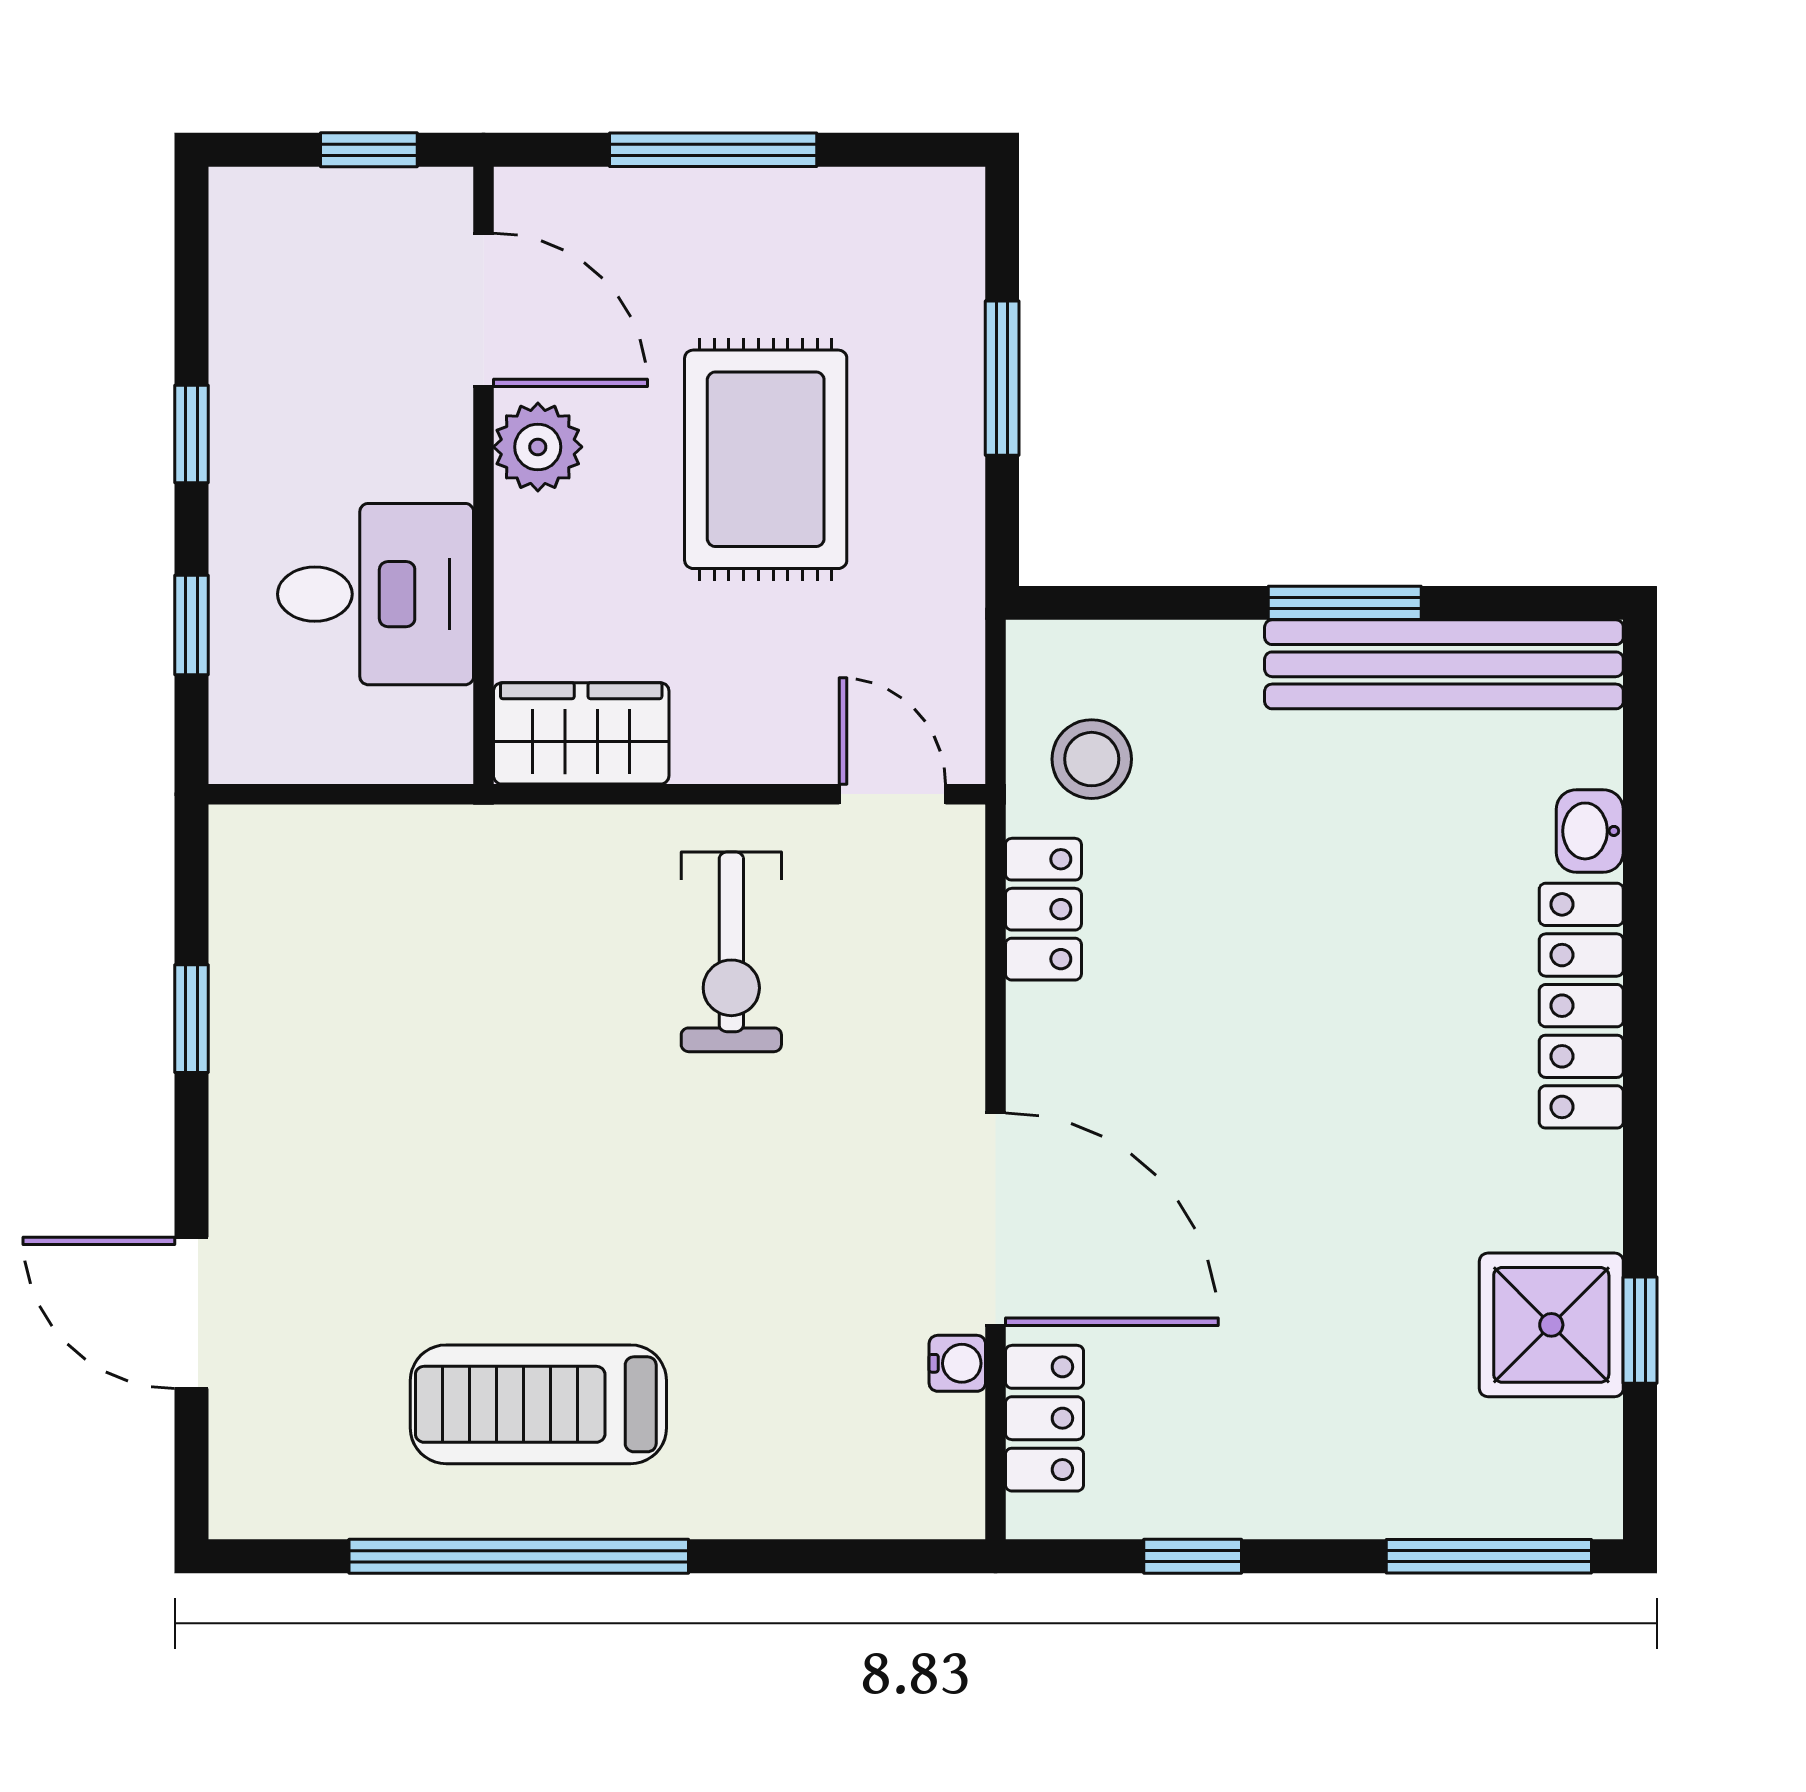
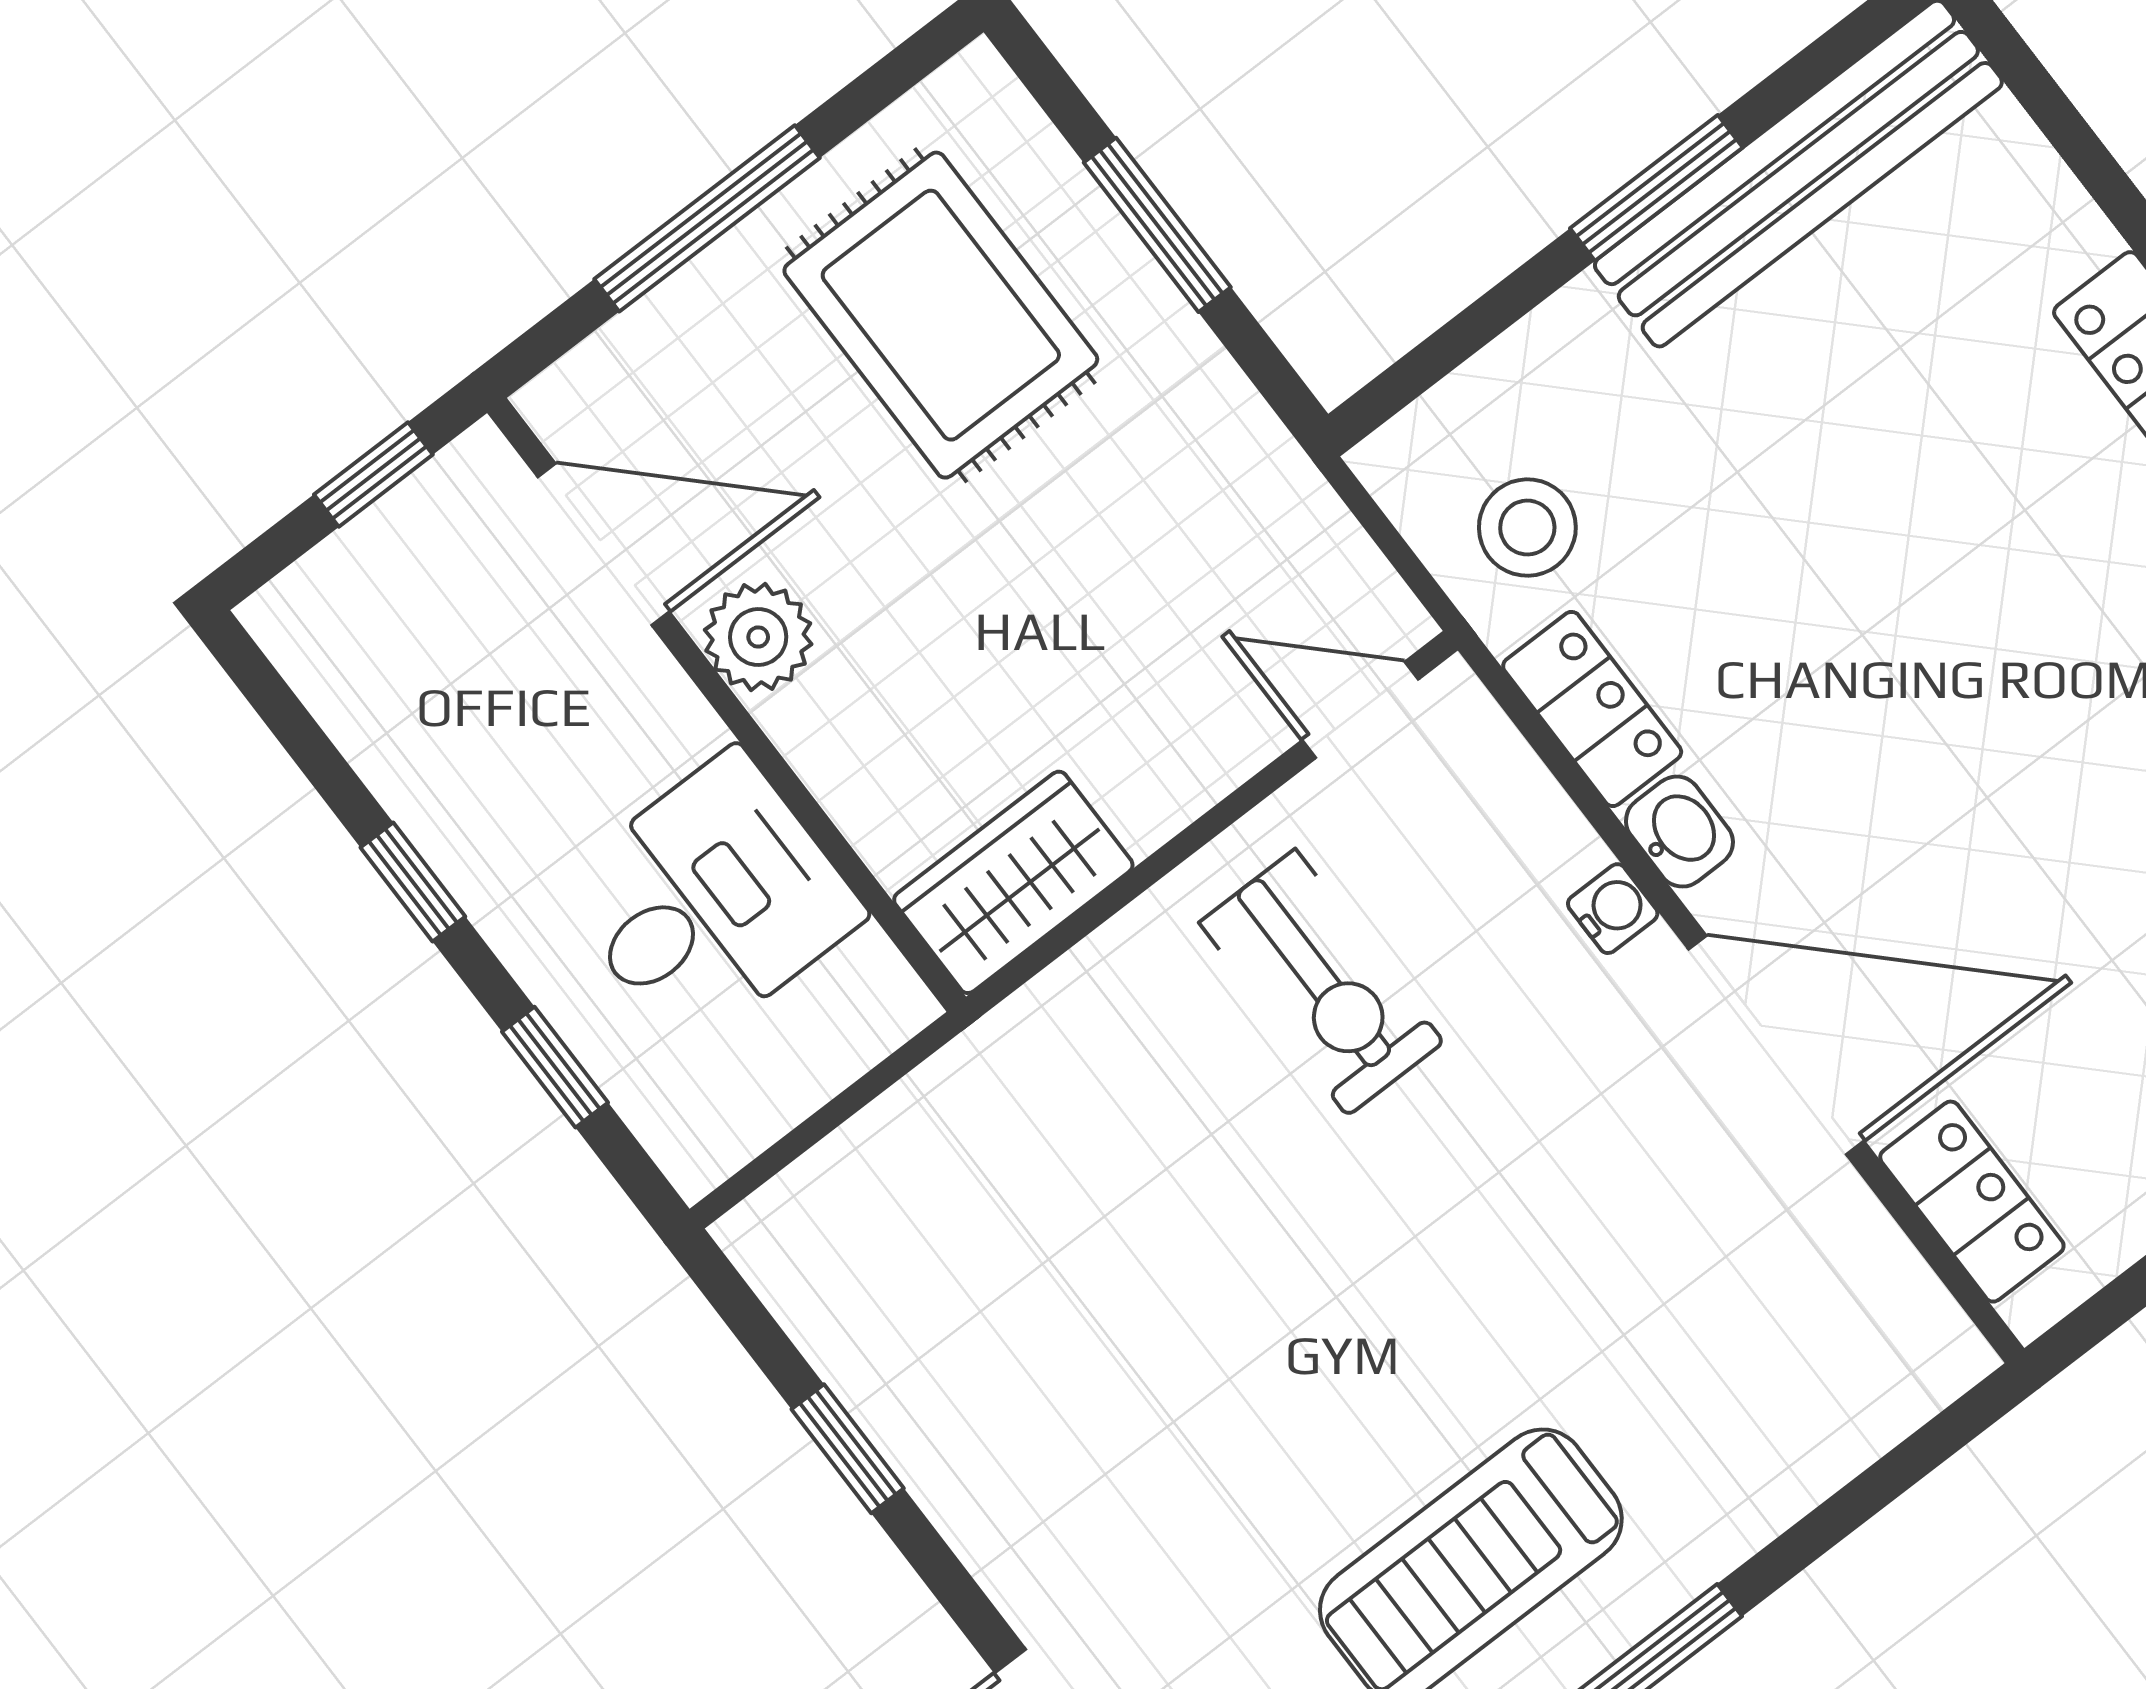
rug: (766, 459) -> (941, 315), moved
washbasin: (1590, 831) -> (1679, 832), moved, turned 180
water cooler: (957, 1363) -> (1613, 909), moved

